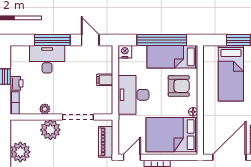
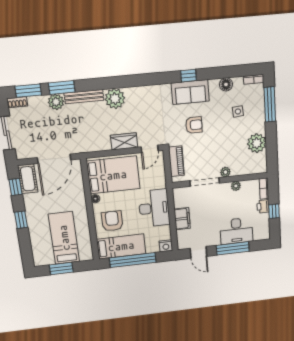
filing cabinet: (105, 80) -> (182, 219), width x2.00
armchair: (179, 86) -> (112, 221), turned 90
plant: (50, 130) -> (225, 172), width x0.53, depth x0.53

